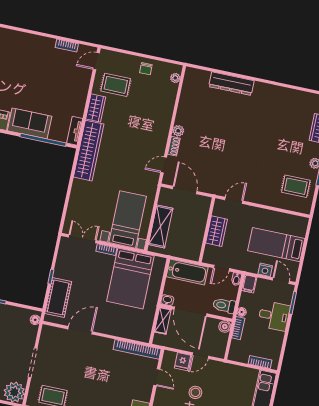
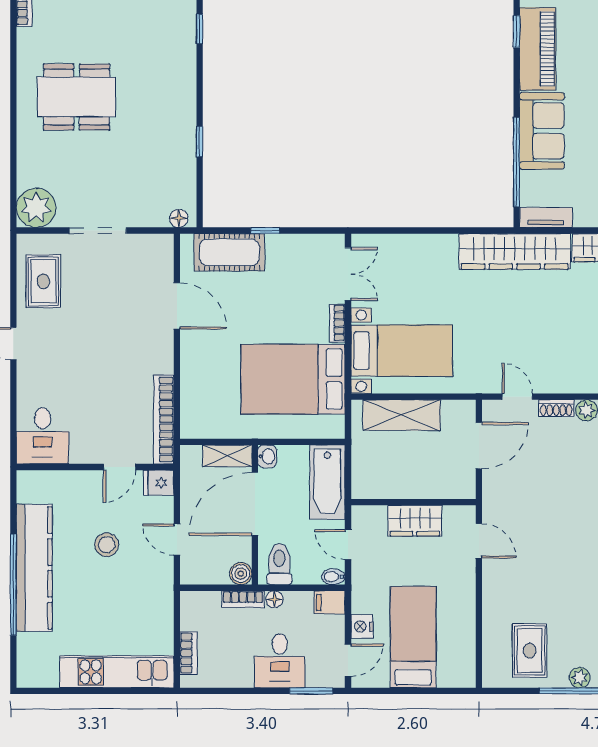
fridge: (183, 362) -> (159, 483), moved

